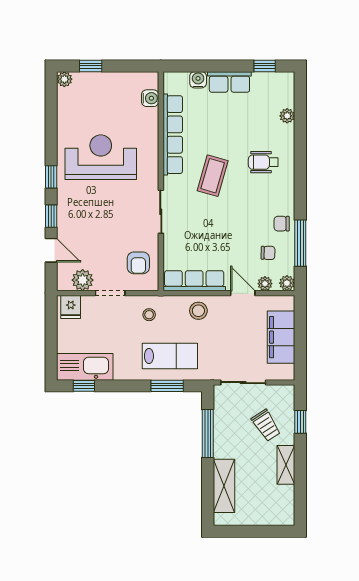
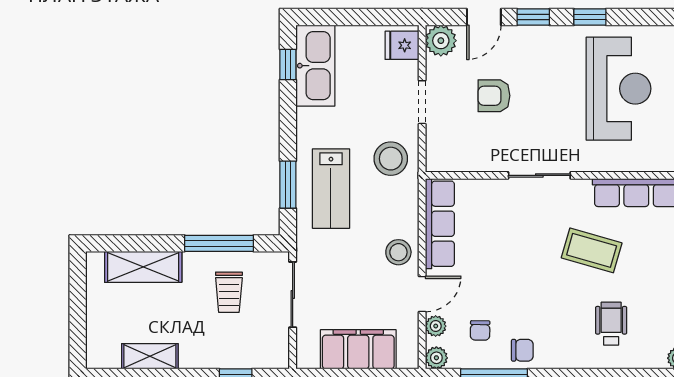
chair: (282, 224) -> (522, 350), turned 90
armchair: (138, 263) -> (494, 96), moved
plant: (83, 280) -> (441, 41), moved
stool: (198, 311) -> (398, 252), moved
stool: (149, 315) -> (391, 159), width x1.89, depth x1.89
trolley: (266, 425) -> (229, 292), moved, turned -57
shelving: (286, 465) -> (150, 356), moved

